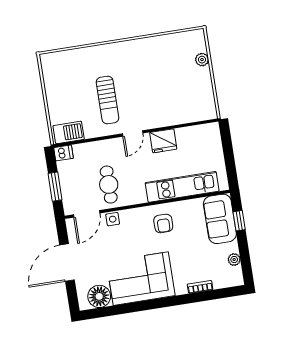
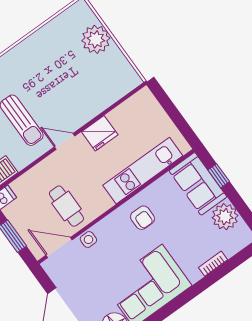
plant: (202, 60) -> (96, 39), width x1.88, depth x1.88
door: (133, 133) -> (65, 141), swing flipped
door: (87, 214) -> (59, 248), swing flipped
plant: (234, 260) -> (225, 217), width x1.87, depth x1.87

